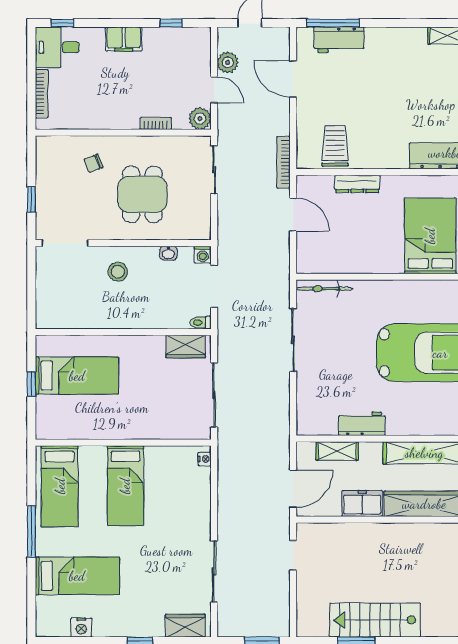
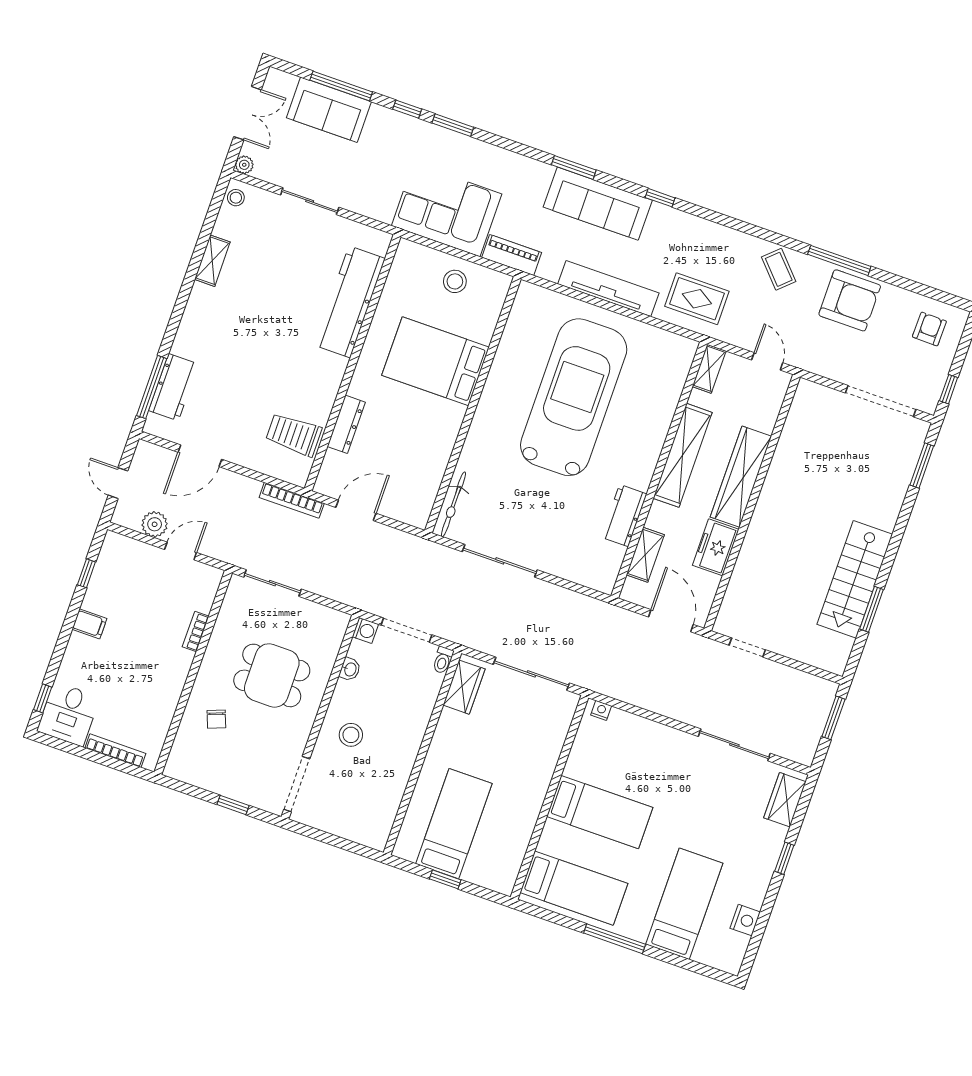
filing cabinet: (124, 39) -> (89, 624), width x0.50
plant: (200, 119) -> (208, 579), removed

